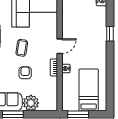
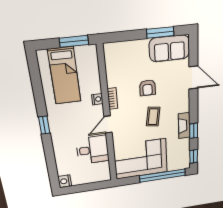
desk: (75, 26) -> (93, 150), added
window: (110, 34) -> (44, 125), moved
plant: (31, 103) -> (138, 50), removed

